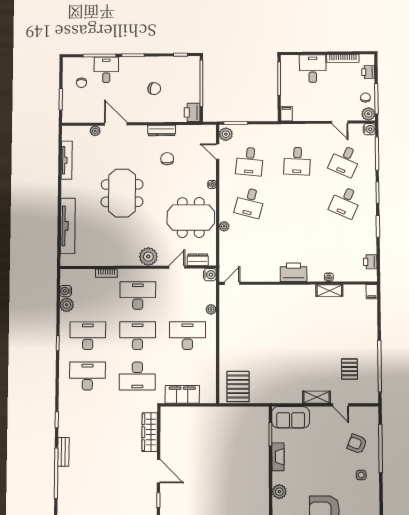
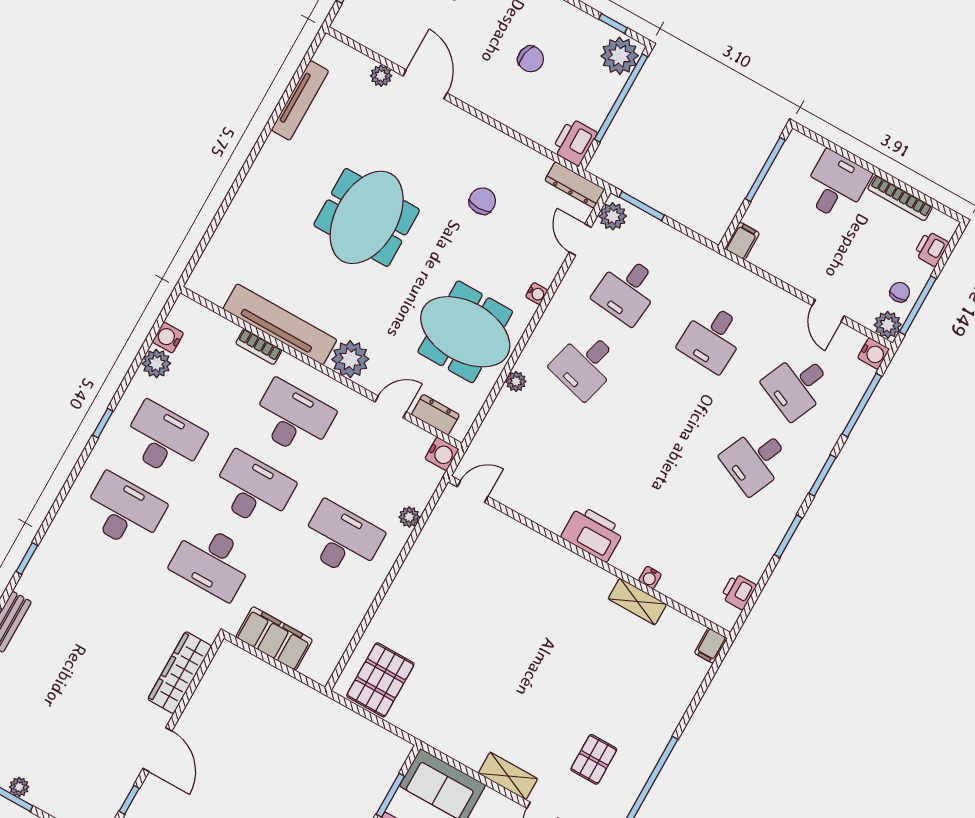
plant: (191, 66) -> (620, 56), added
dresser: (162, 130) -> (575, 185), moved
tv unit: (68, 226) -> (280, 324), moved, turned -90

